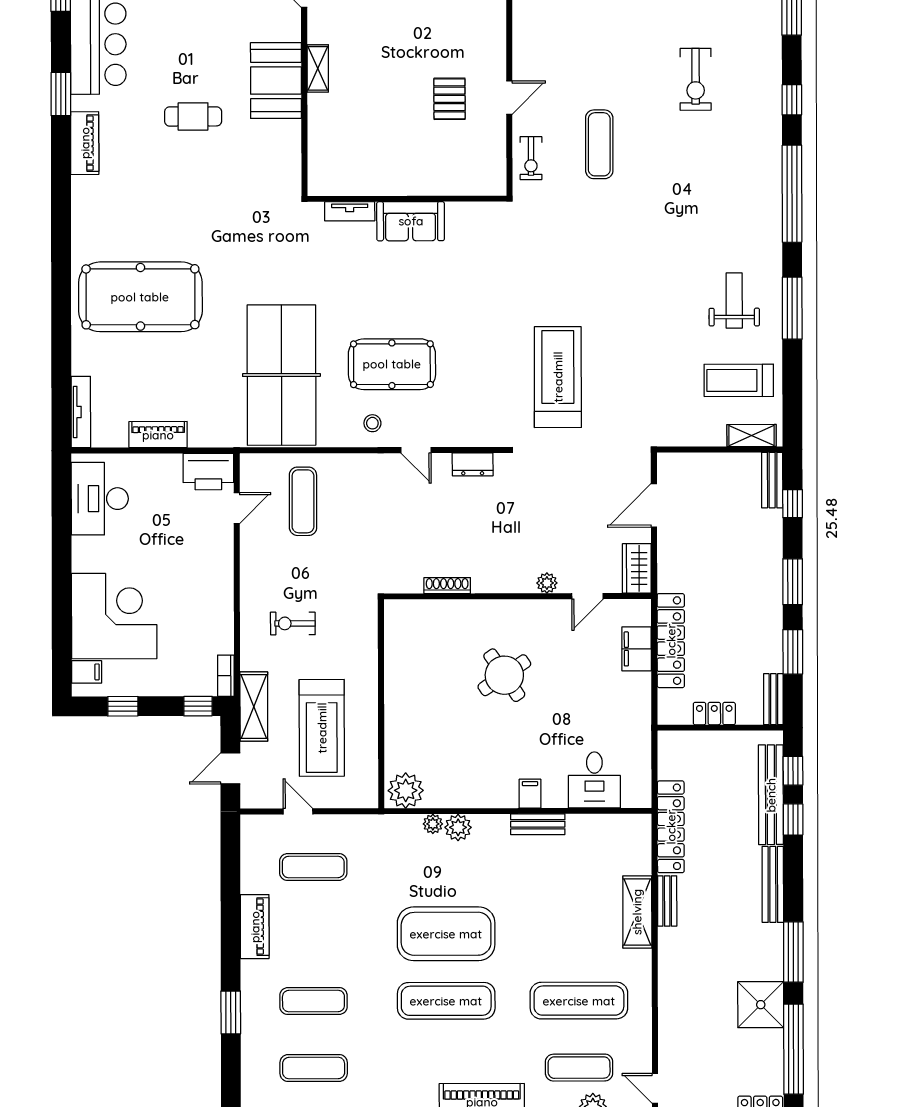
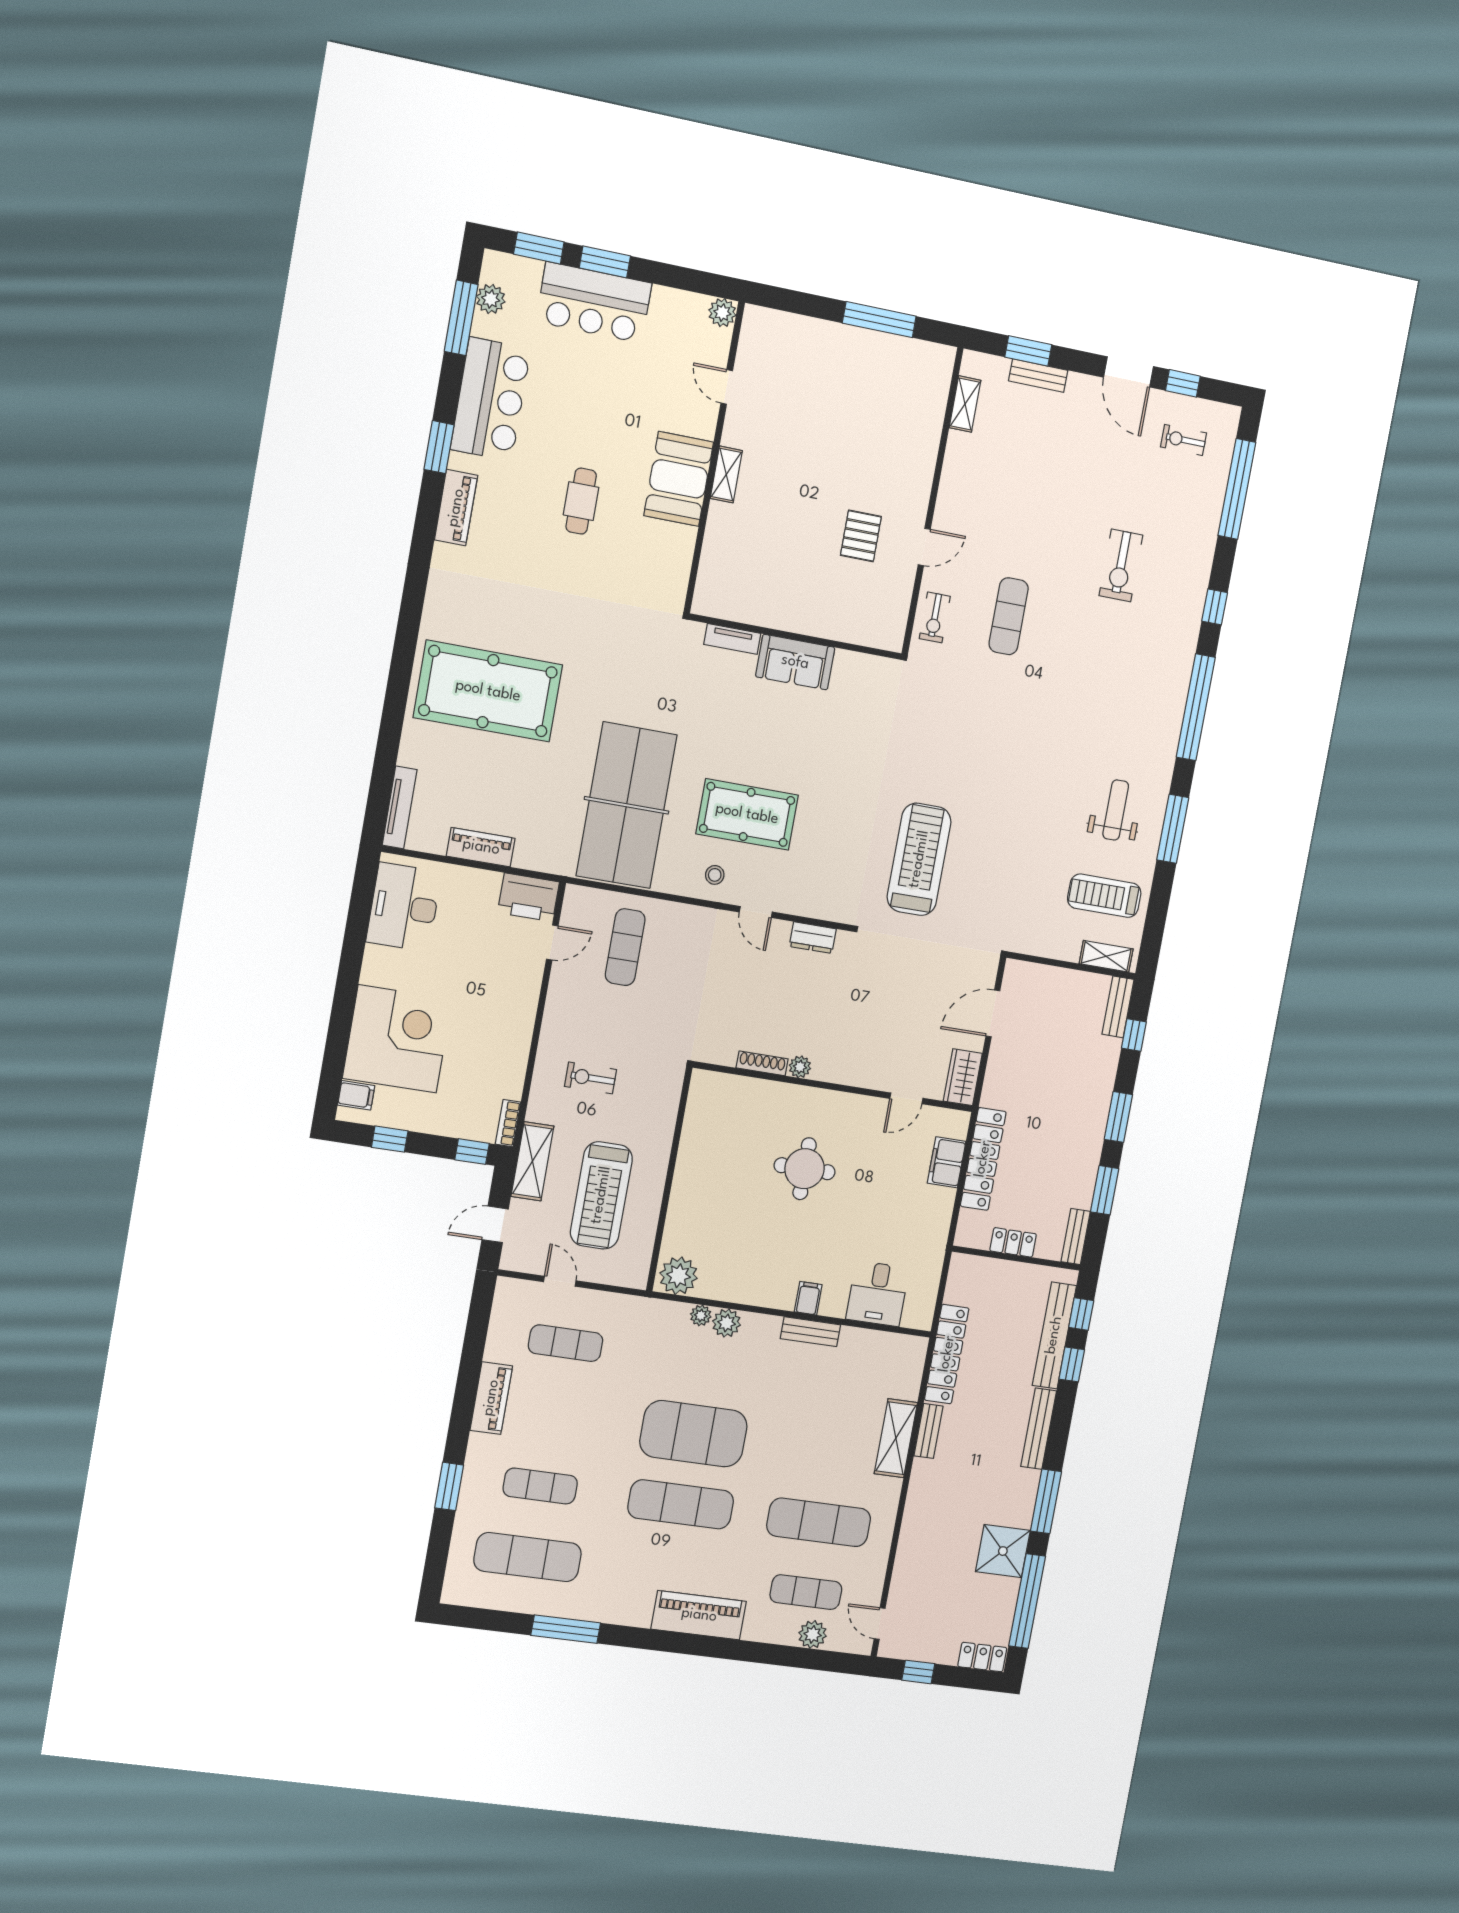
cafe table: (193, 116) -> (581, 501), turned 90
plant: (547, 583) -> (800, 1067), moved
round table: (504, 675) -> (805, 1169), turned 34
exercise mat: (314, 1068) -> (528, 1557), width x1.36, depth x1.45

